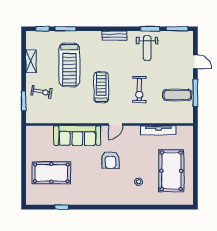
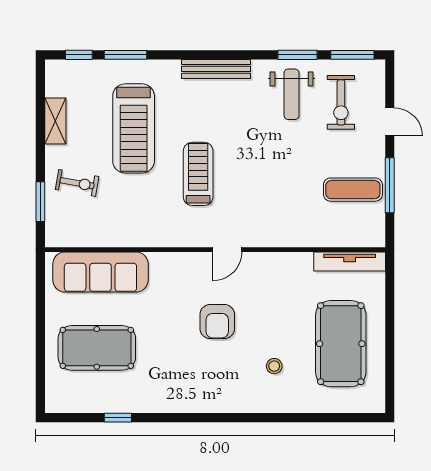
bench: (114, 36) -> (216, 69), width x1.36
exercise bike: (139, 90) -> (341, 102), moved
tv unit: (158, 130) -> (350, 262), moved
sofa: (77, 136) -> (100, 272), moved

